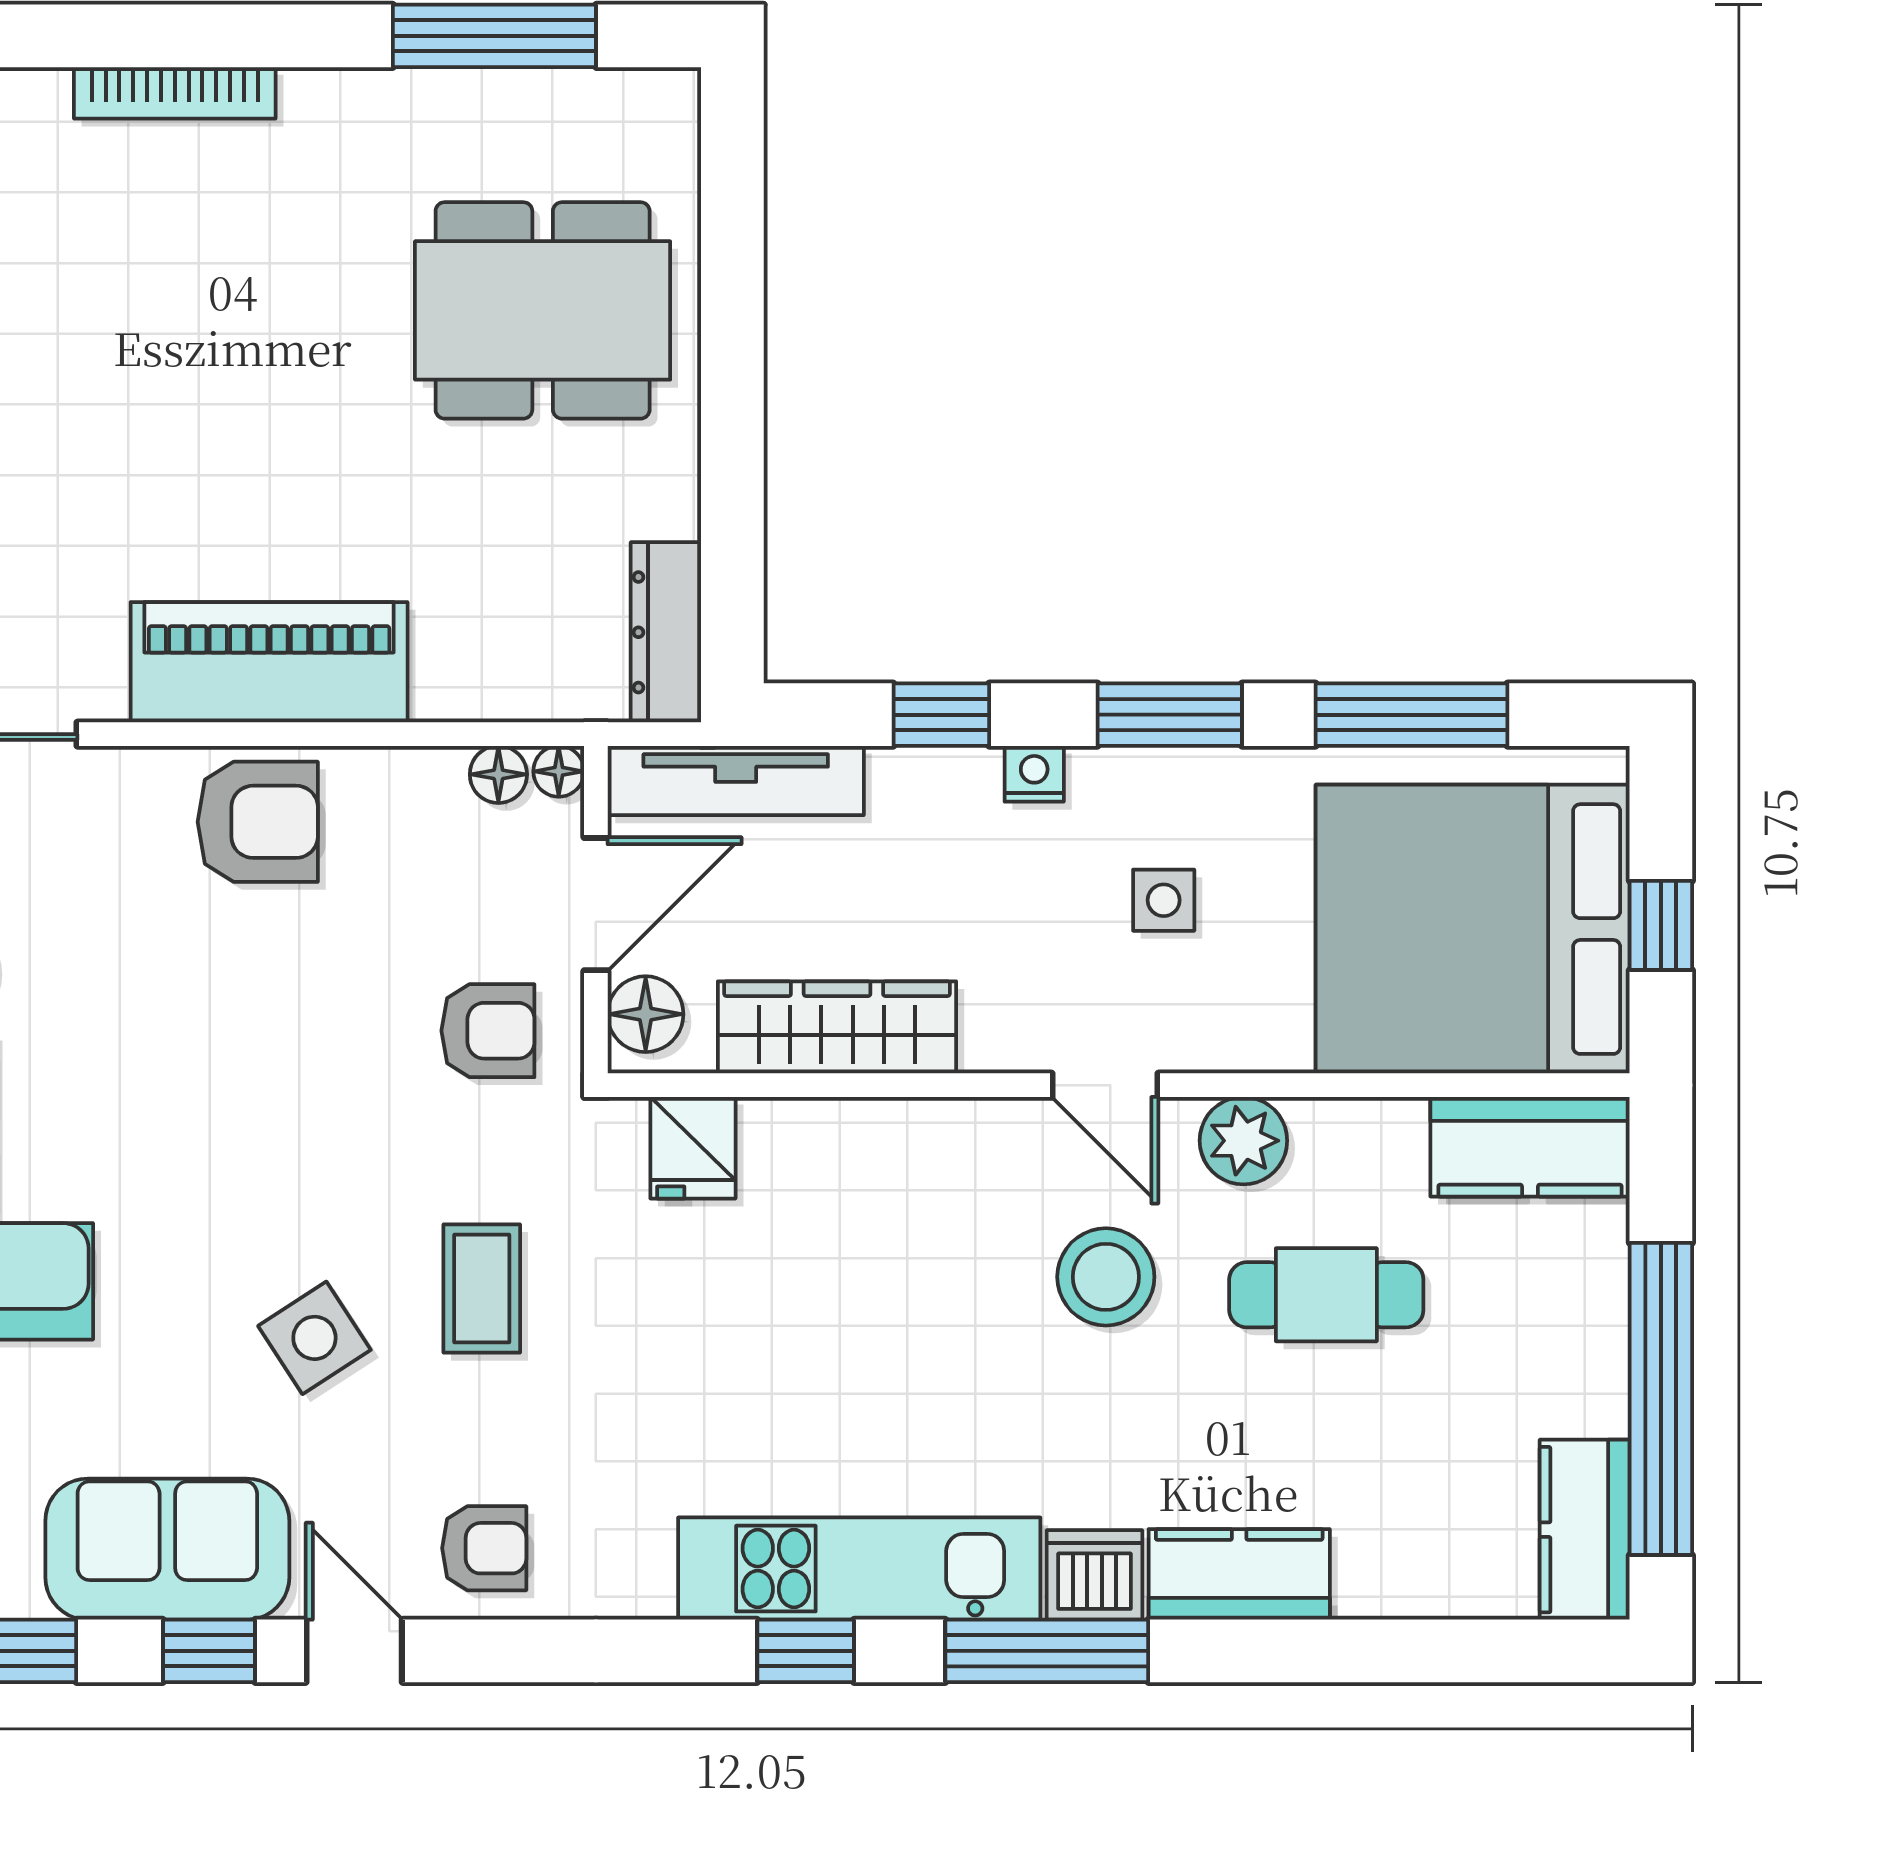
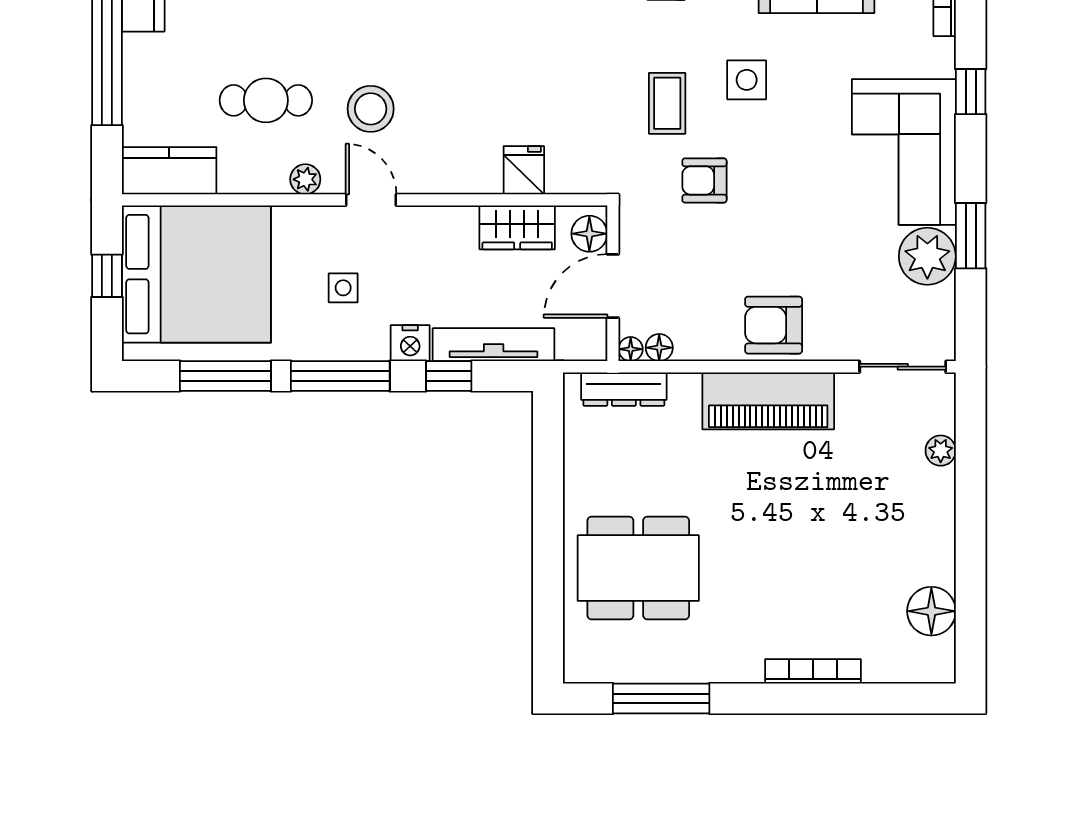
dresser: (666, 632) -> (624, 389), moved, turned 90
window: (1170, 715) -> (340, 376), width x1.44
nightstand: (1034, 774) -> (410, 343), width x1.39, depth x1.35
tv unit: (736, 781) -> (494, 345), moved
wardrobe: (837, 1027) -> (517, 227), width x0.67
armchair: (488, 1031) -> (704, 180), moved
plant: (1243, 1141) -> (305, 179), width x0.73, depth x0.73
fridge: (693, 1148) -> (524, 170), moved
side table: (314, 1338) -> (747, 80), turned 33

